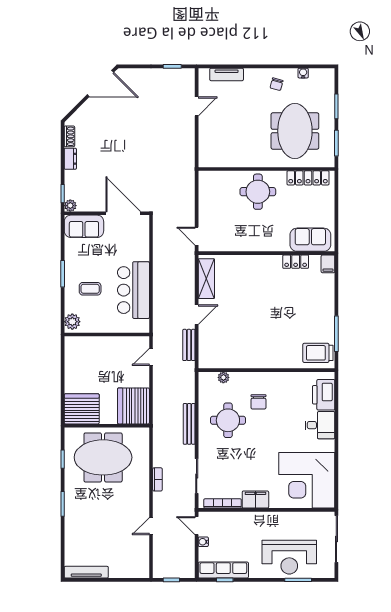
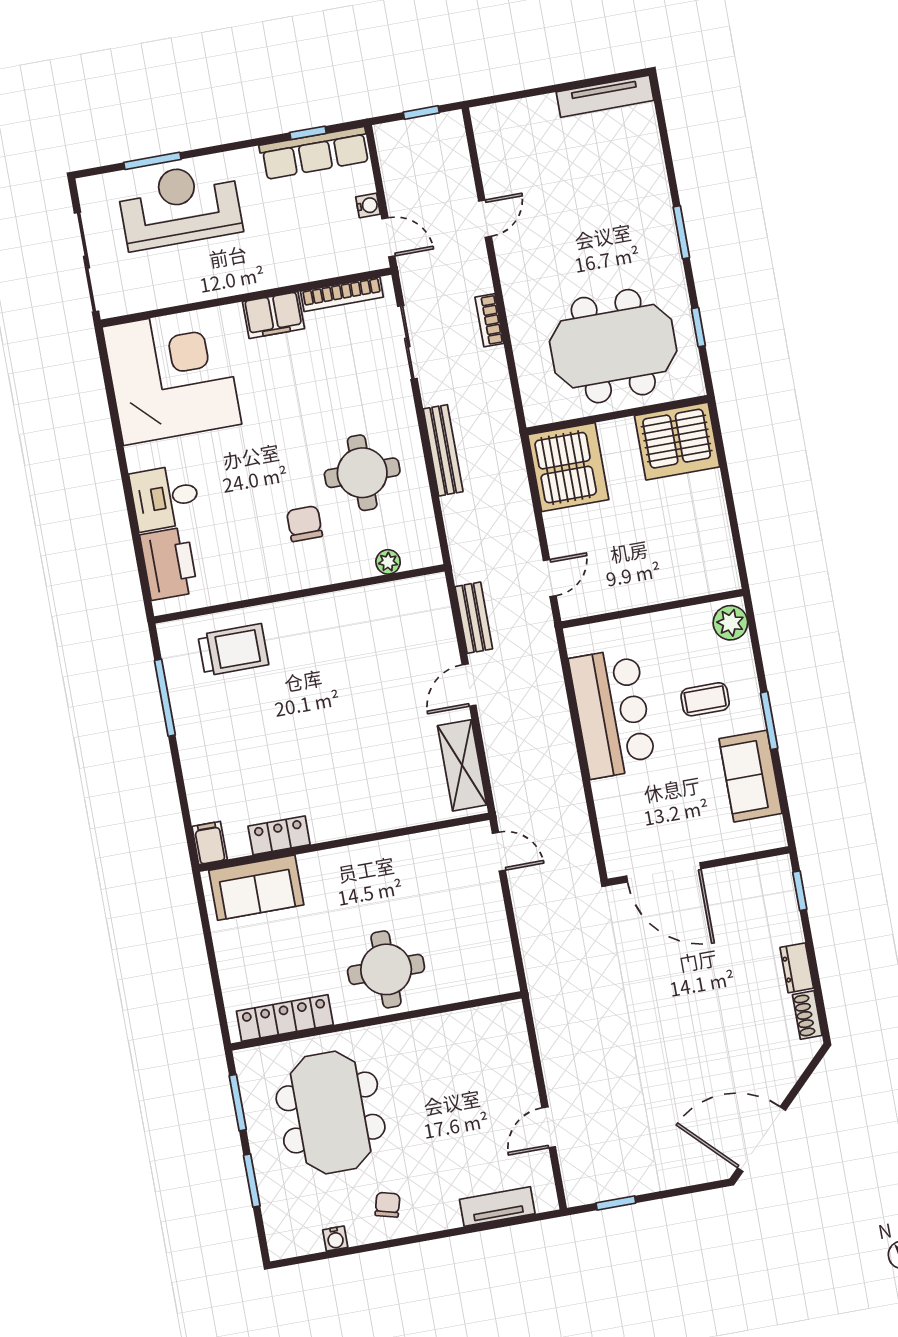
plant: (70, 206) -> (779, 868), removed
sofa: (84, 226) -> (751, 776), moved, turned -90
trolley: (318, 353) -> (233, 650), moved

